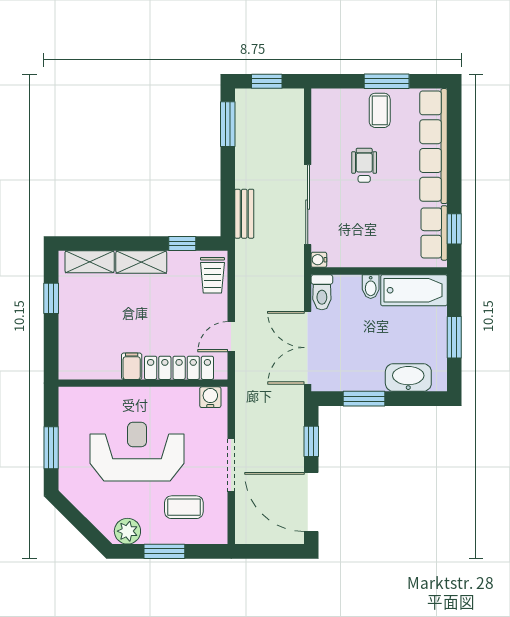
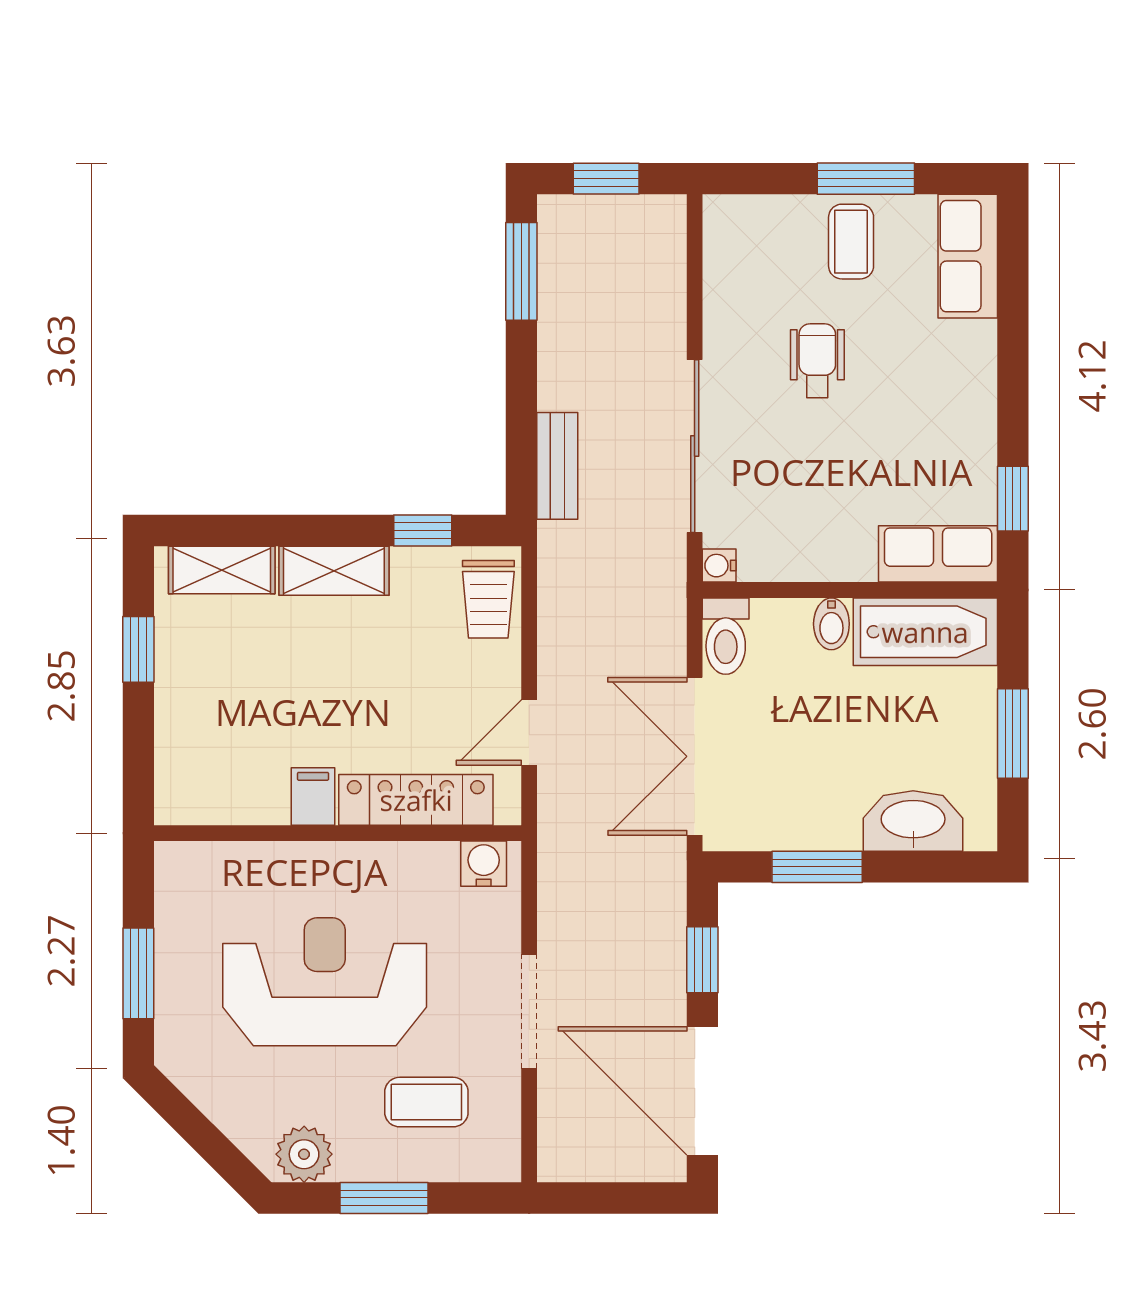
row of seats: (434, 146) -> (968, 256), width x0.50
row of seats: (434, 233) -> (938, 554), moved, turned 90

